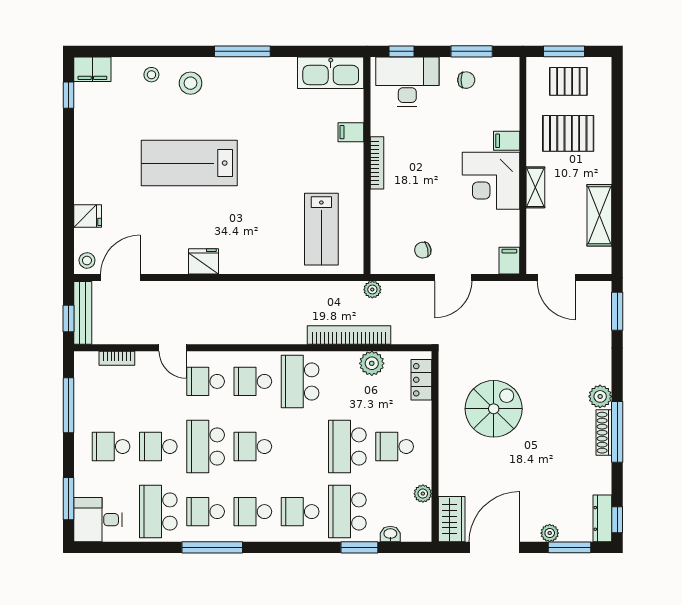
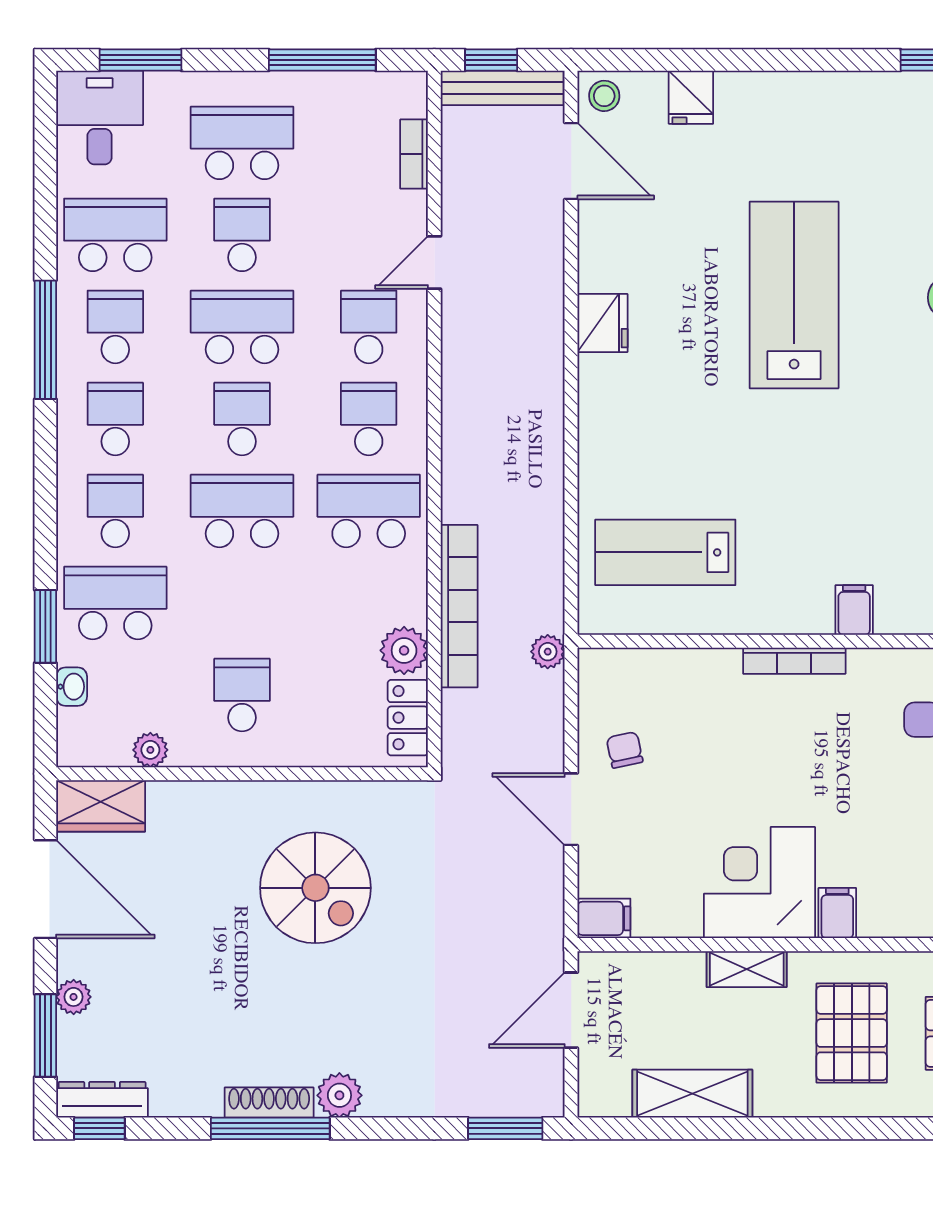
locker: (421, 380) -> (408, 718), moved, turned -90
school desk: (111, 447) -> (242, 143), width x1.85
school desk: (347, 447) -> (242, 511), moved

